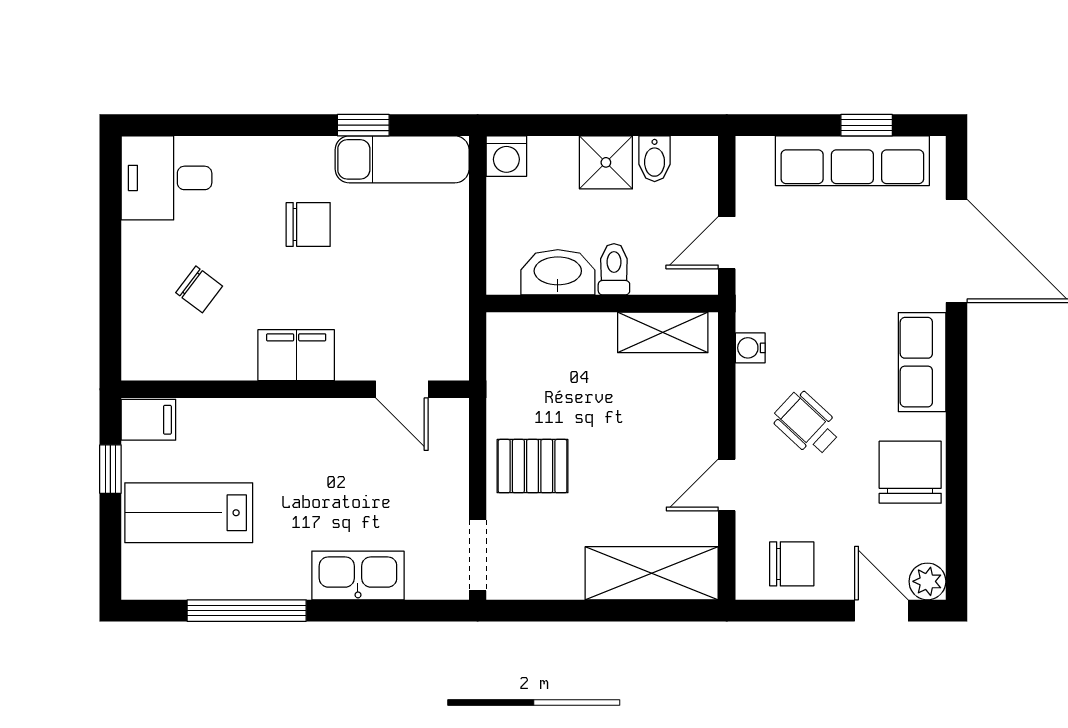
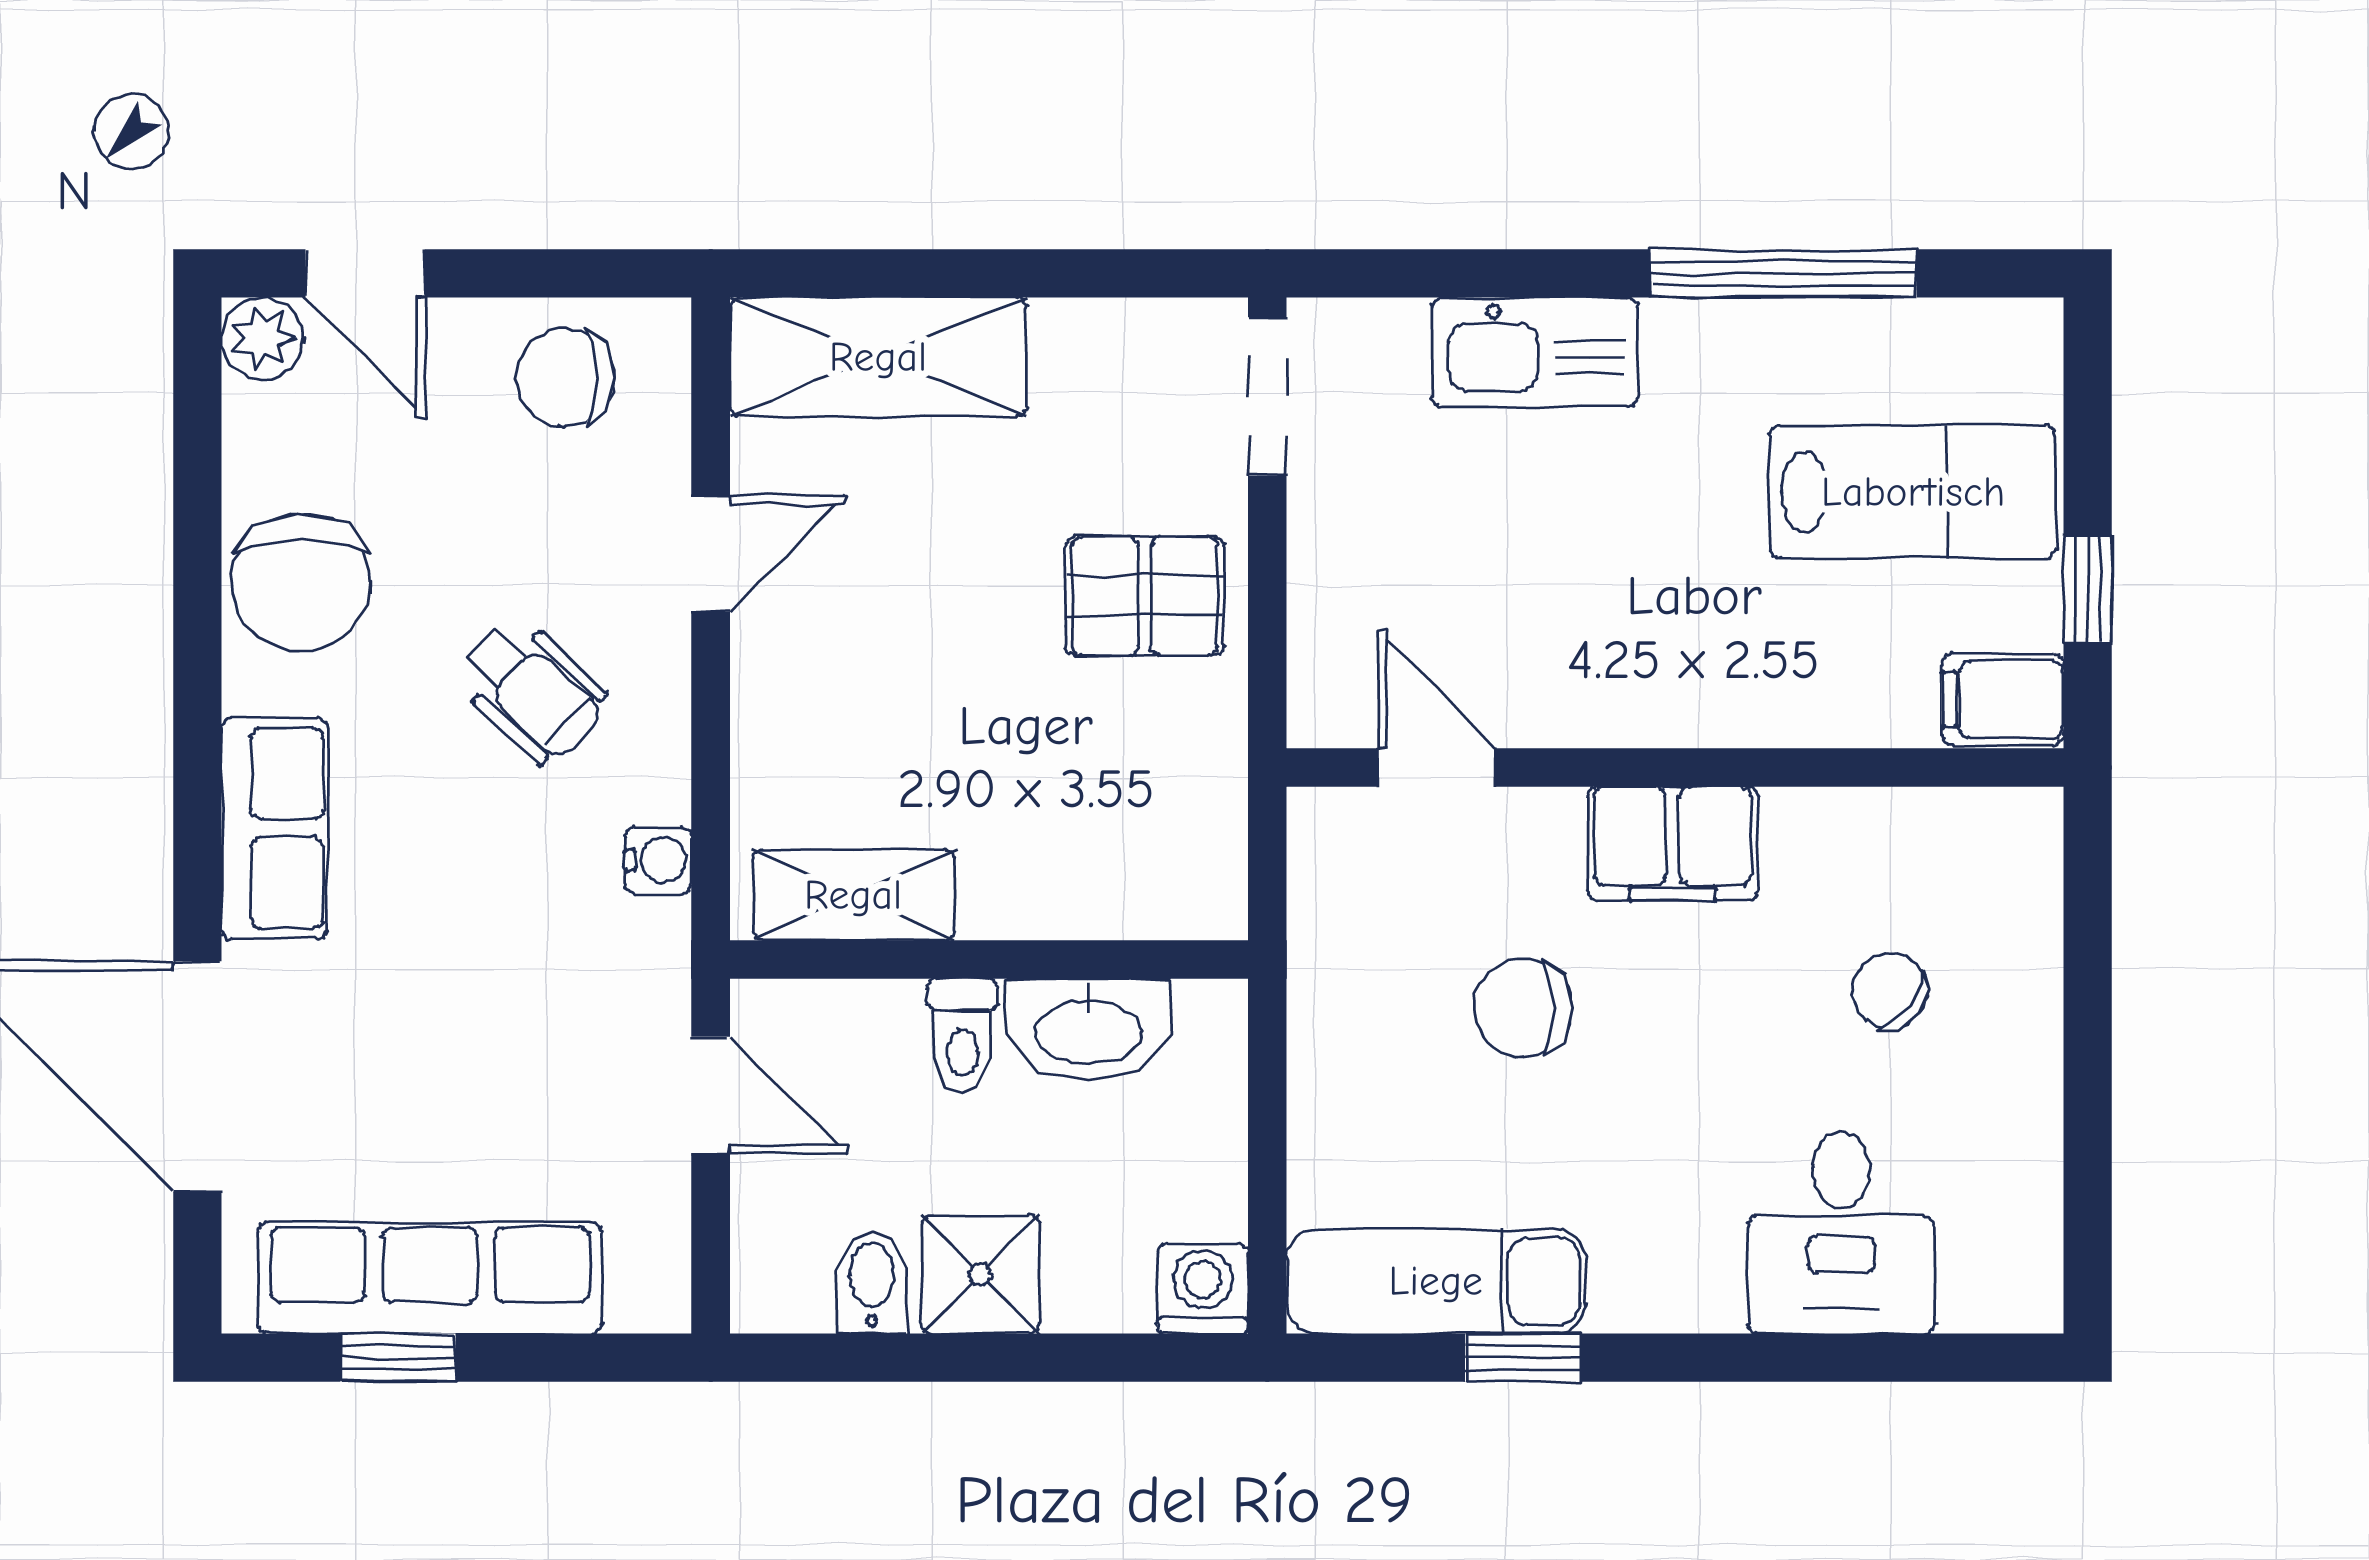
desk: (166, 178) -> (1841, 1232), moved, turned 90
chair: (308, 224) -> (1523, 1008), moved
door: (727, 243) -> (711, 1095), hinge flipped

